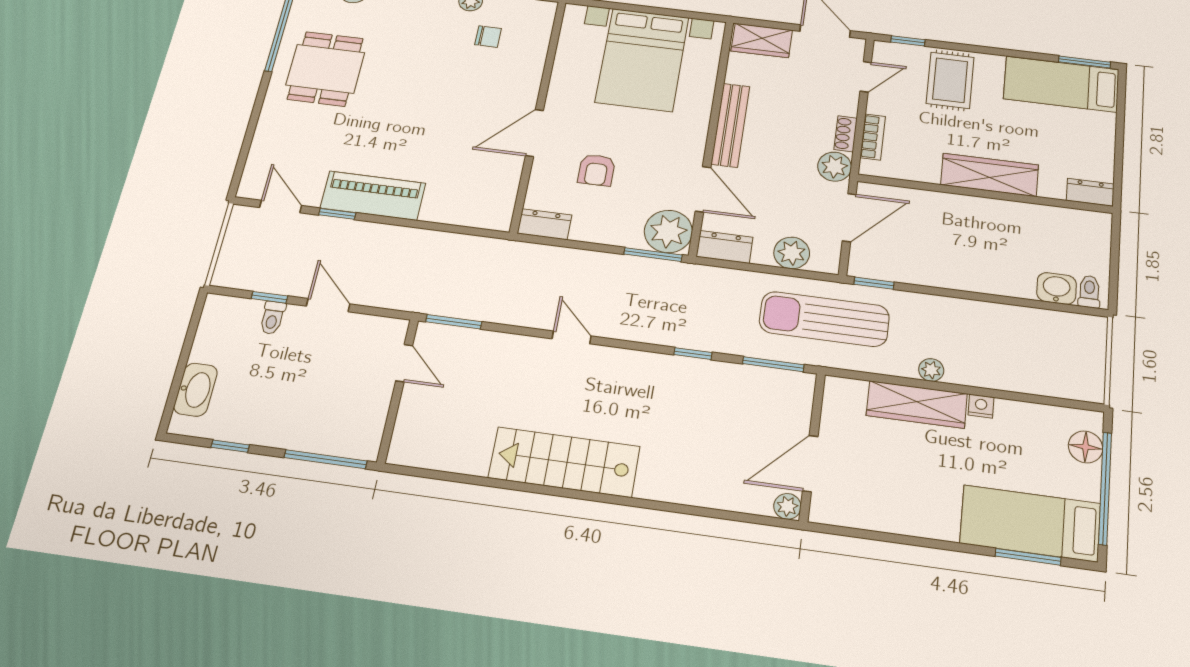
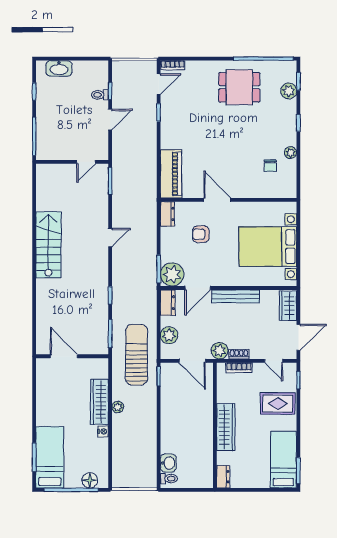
bookcase: (250, 177) -> (172, 65), added
piano: (373, 196) -> (171, 174), moved
plant: (787, 506) -> (42, 348), removed

